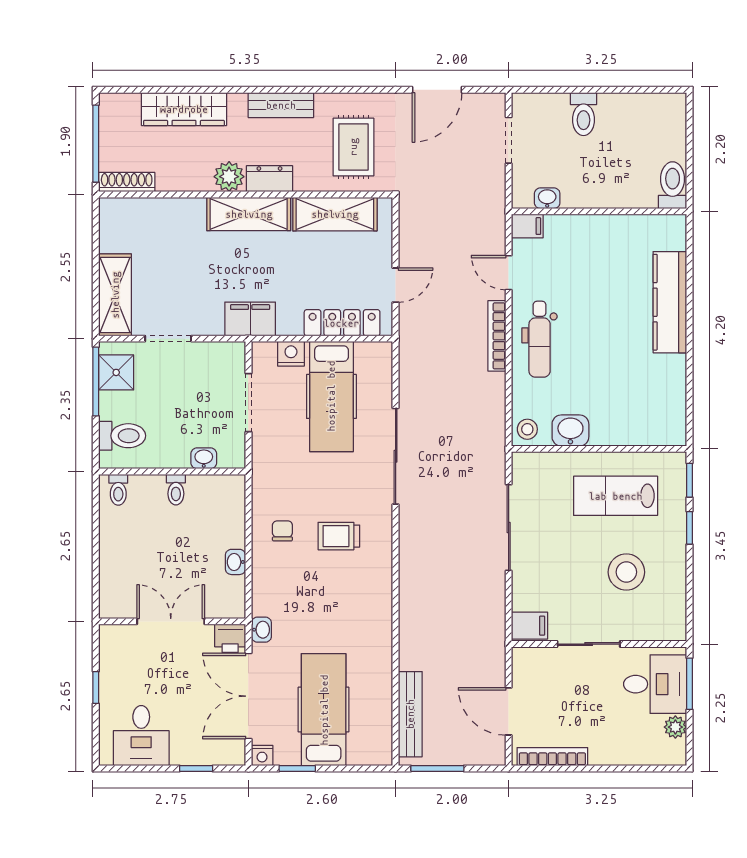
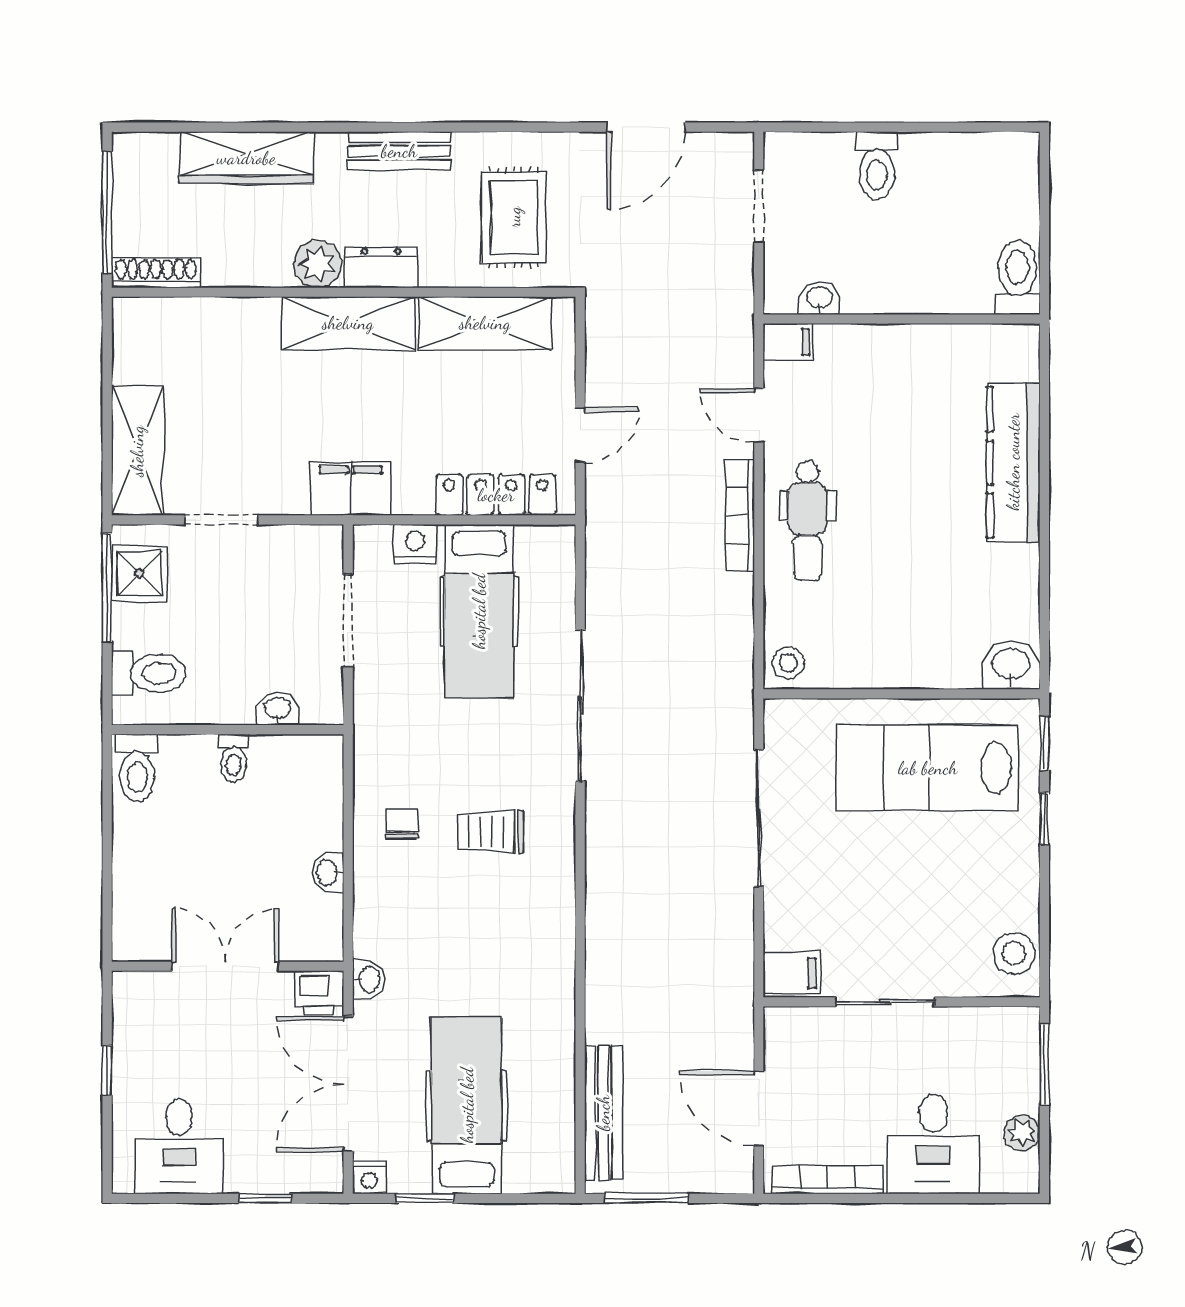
washbasin: (570, 431) -> (1011, 665), moved
toilet: (118, 490) -> (137, 768), width x1.37, depth x1.39
lab bench: (616, 496) -> (928, 768), width x1.36, depth x1.39
stool: (626, 572) -> (1014, 953), moved, width x0.73, depth x0.73
desk: (655, 684) -> (933, 1144), moved, turned 90

